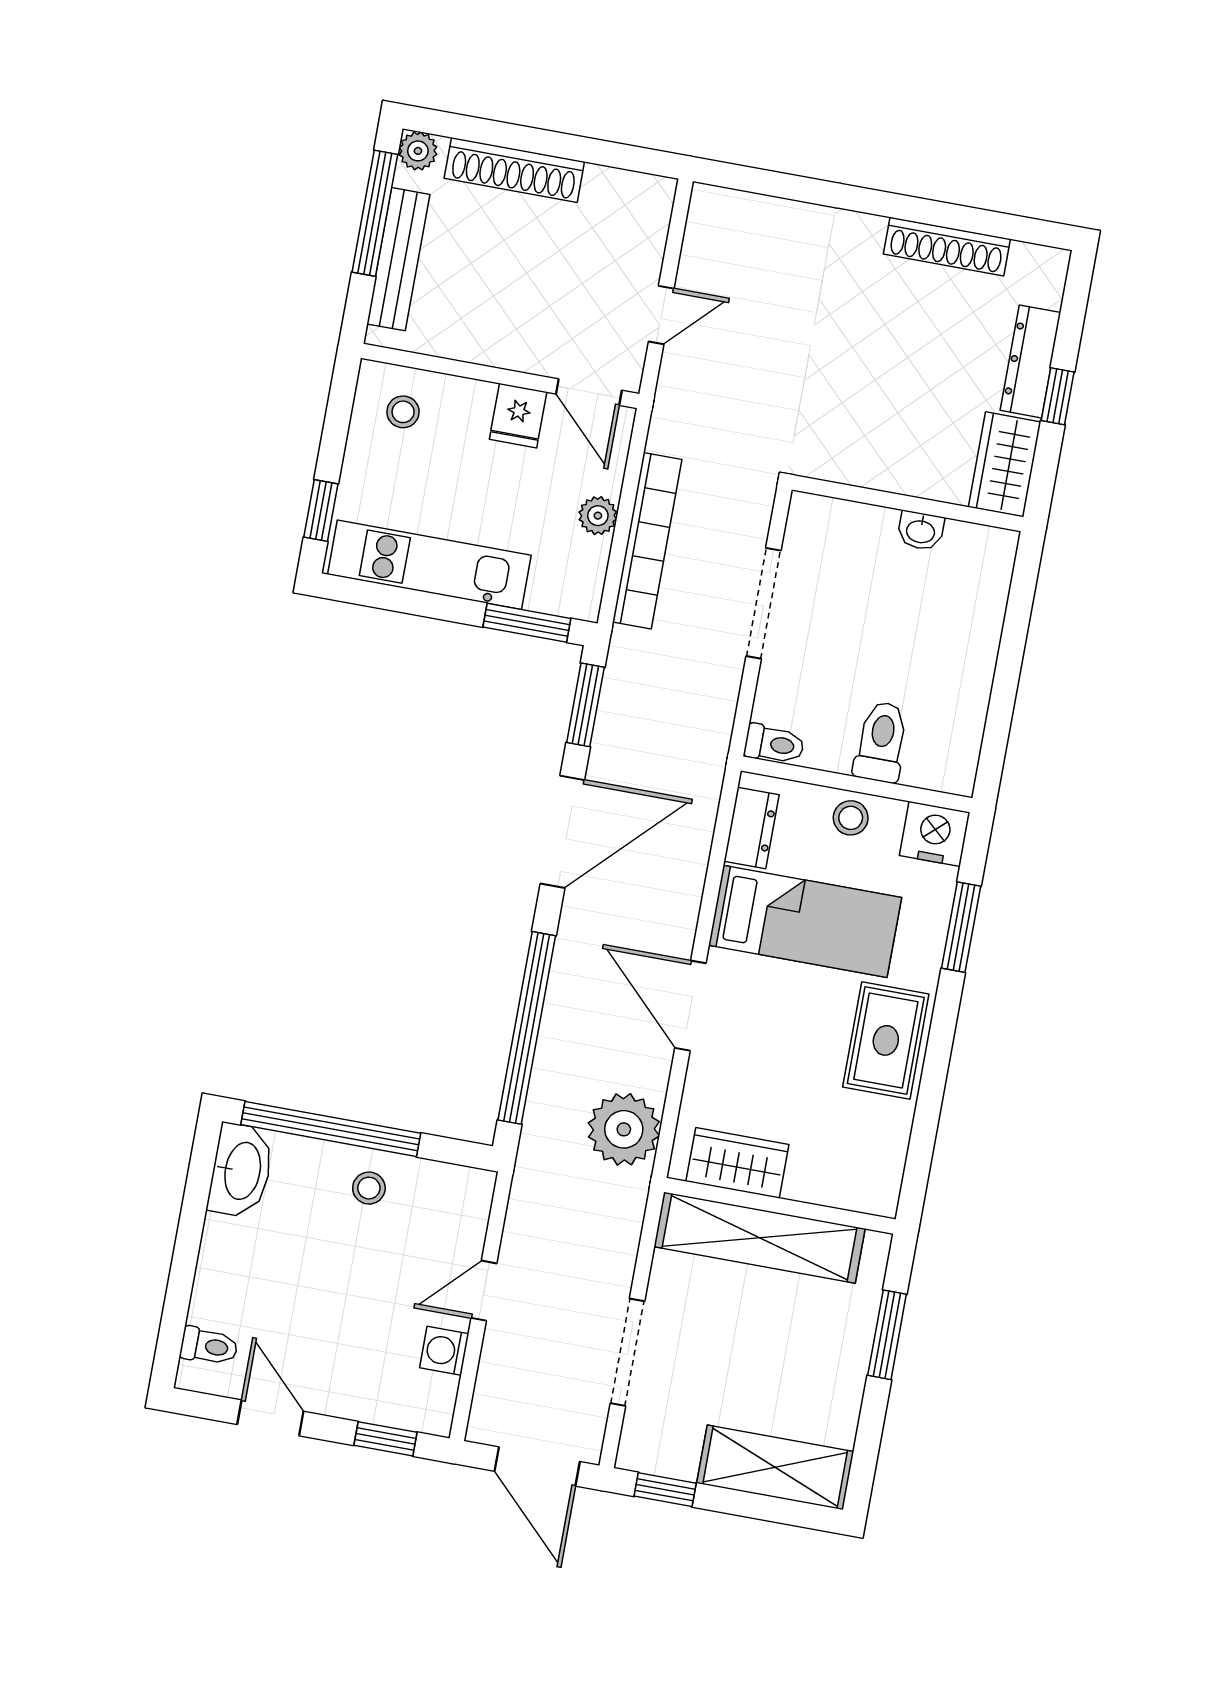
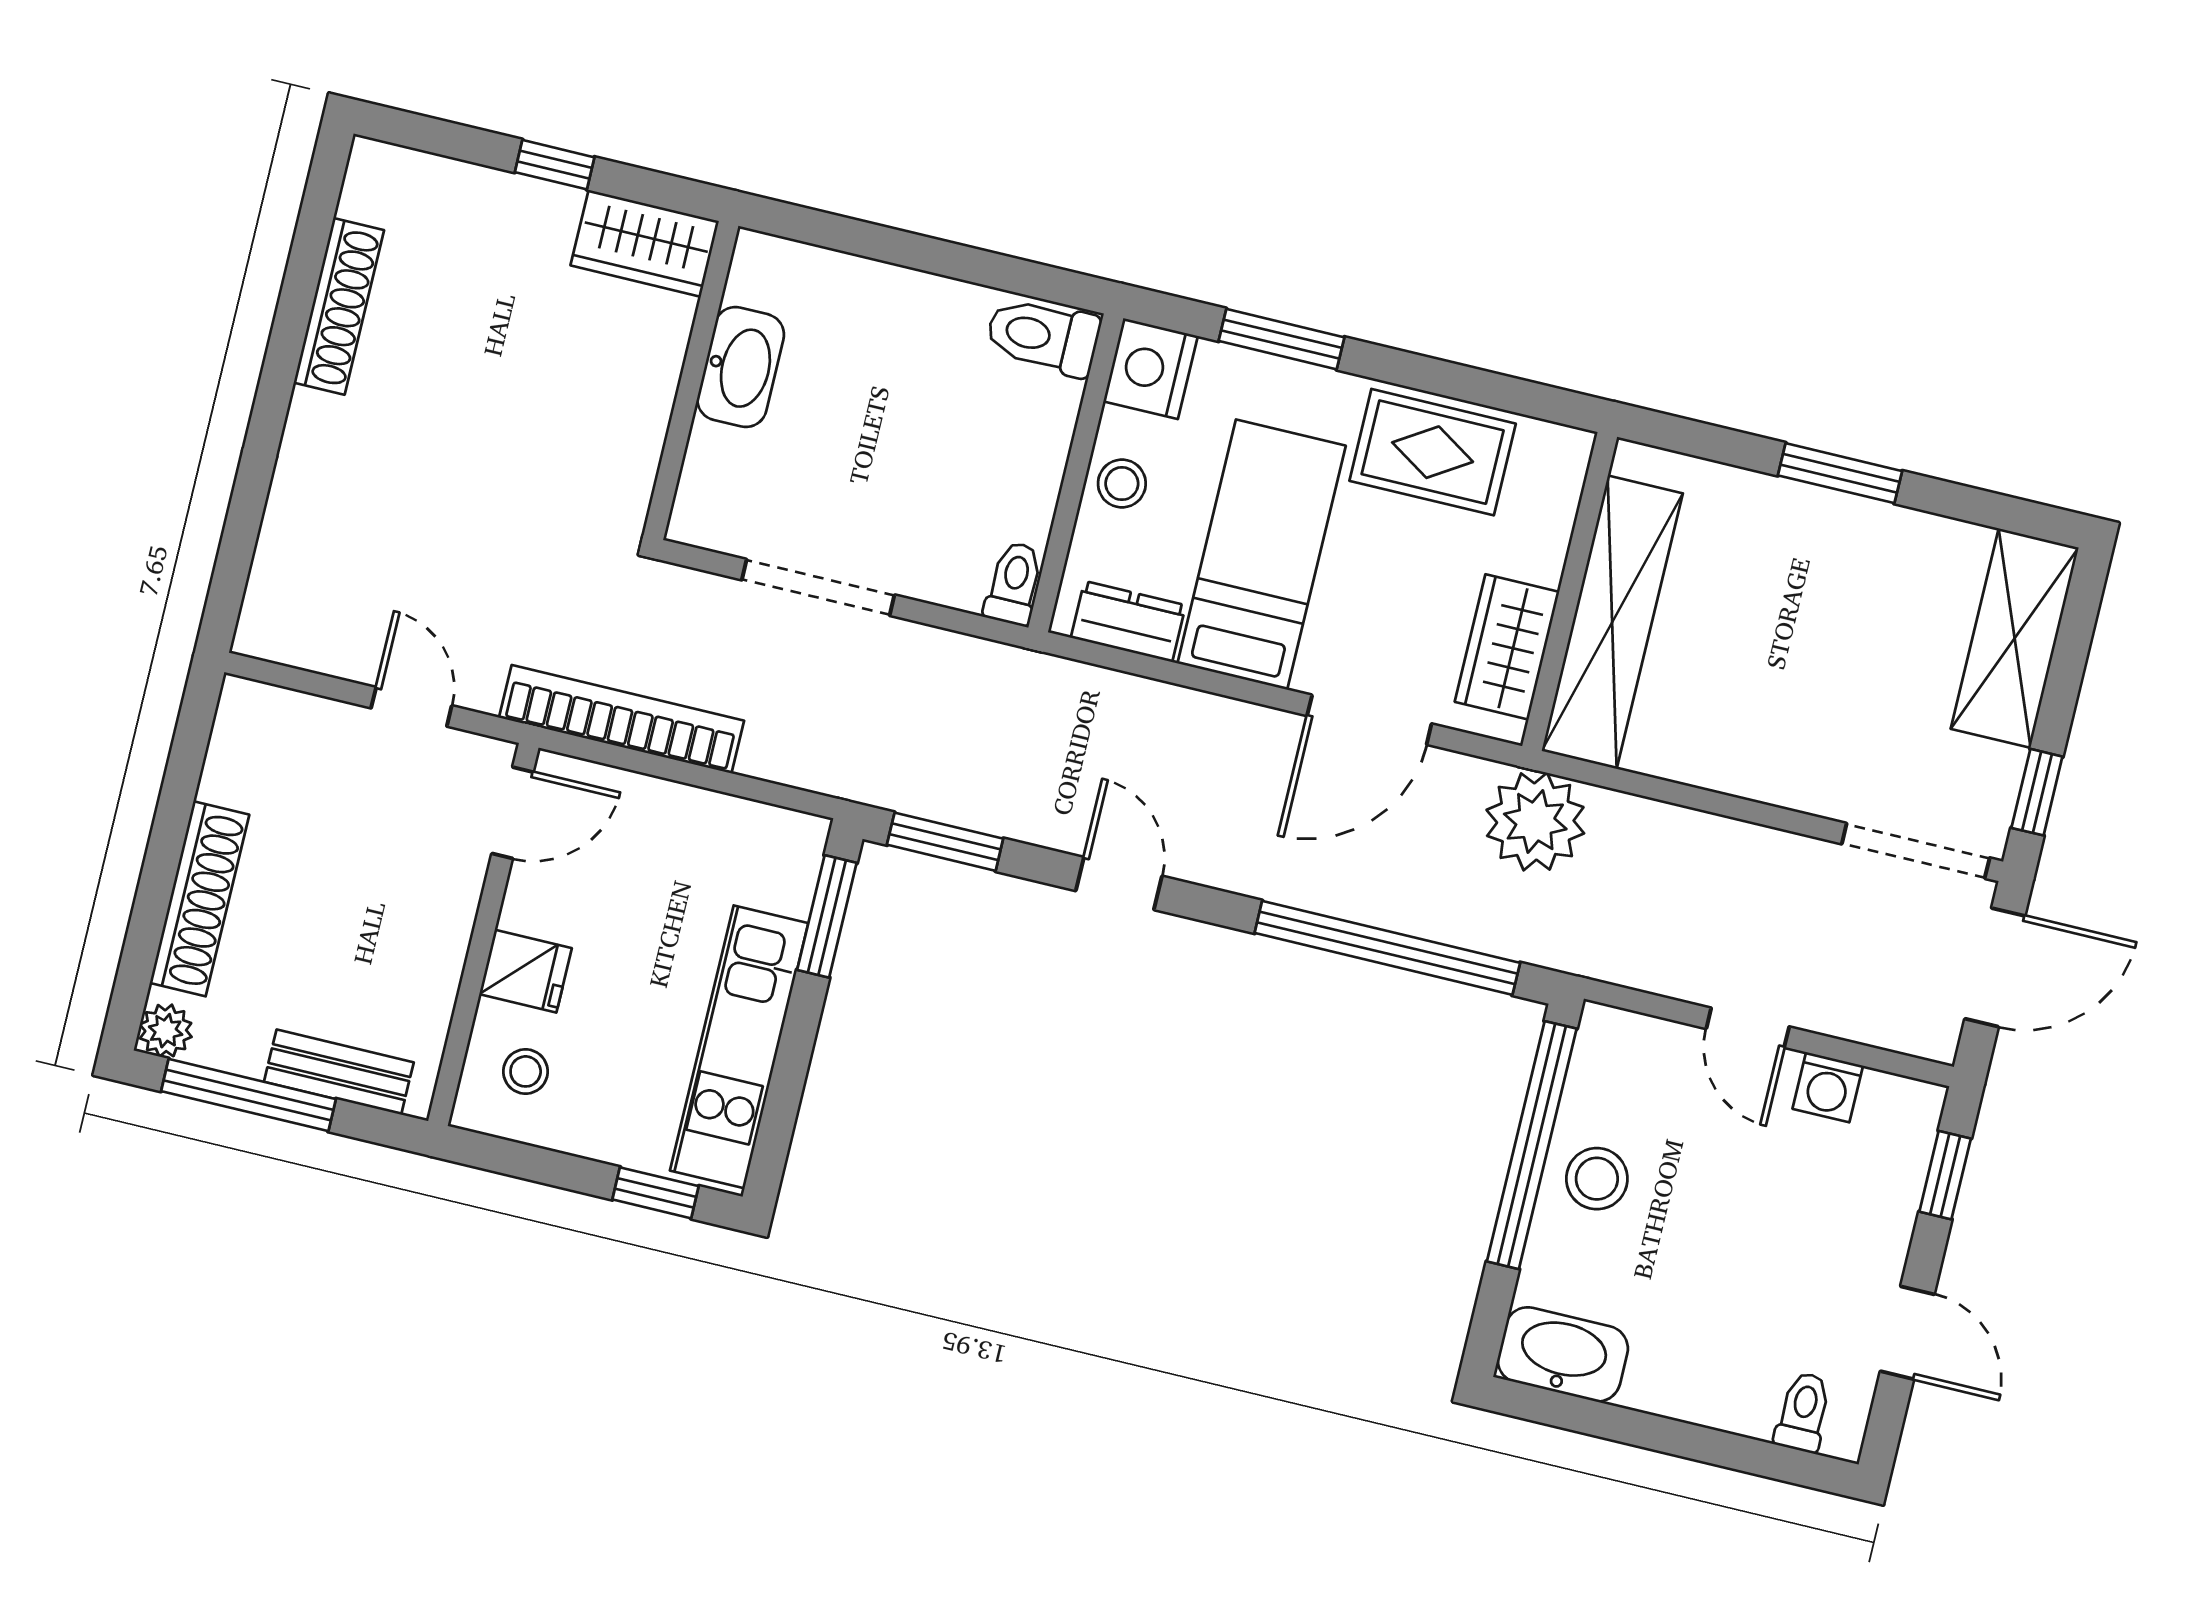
bench: (398, 259) -> (339, 1072), width x0.73
dresser: (1030, 361) -> (504, 199), removed
fridge: (518, 416) -> (526, 971), moved
plant: (598, 516) -> (684, 810), removed
washbasin: (921, 531) -> (741, 367), width x1.91, depth x1.45
bookcase: (647, 541) -> (622, 719), moved
toilet: (881, 742) -> (1043, 336), moved
door: (562, 832) -> (1119, 883), width x0.53
window: (331, 1129) -> (1532, 1145), moved
wardrobe: (737, 1163) -> (1507, 647), moved
stool: (369, 1188) -> (1597, 1179), width x1.37, depth x1.37
wall: (780, 1206) -> (1570, 591), moved
shelving: (760, 1238) -> (1612, 622), moved
doorway: (627, 1352) -> (1916, 851), moved
door: (270, 1418) -> (1907, 1333), swing flipped

